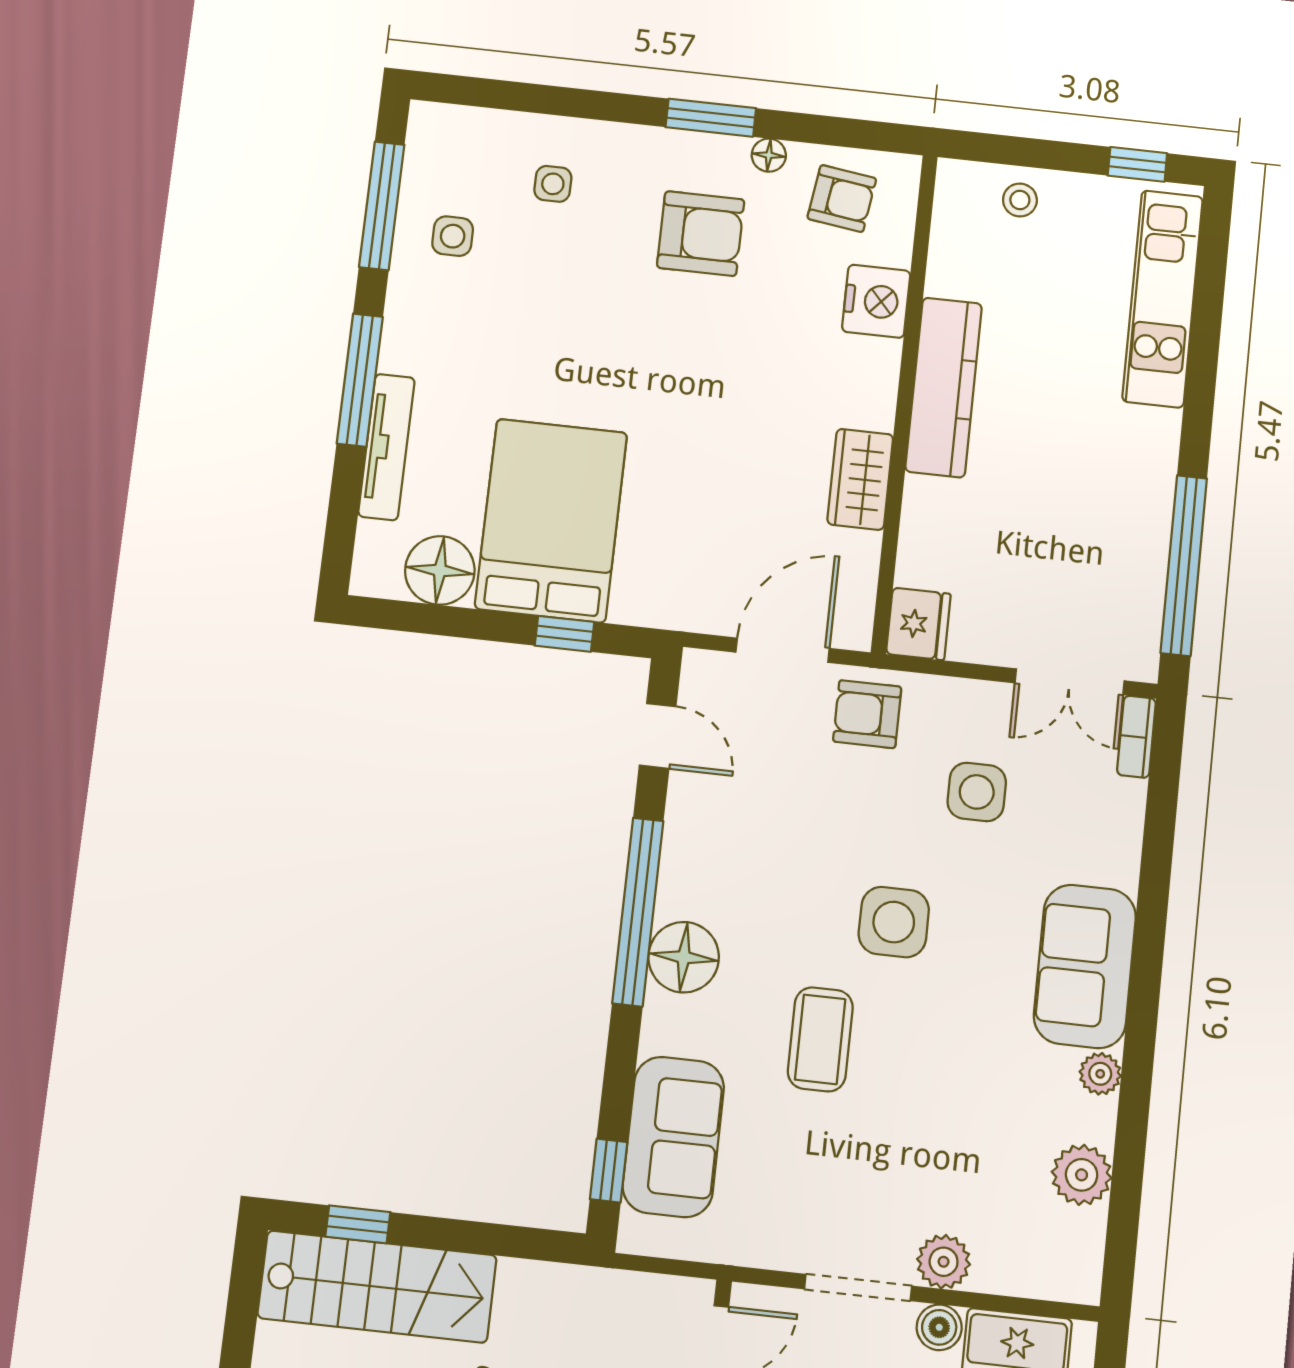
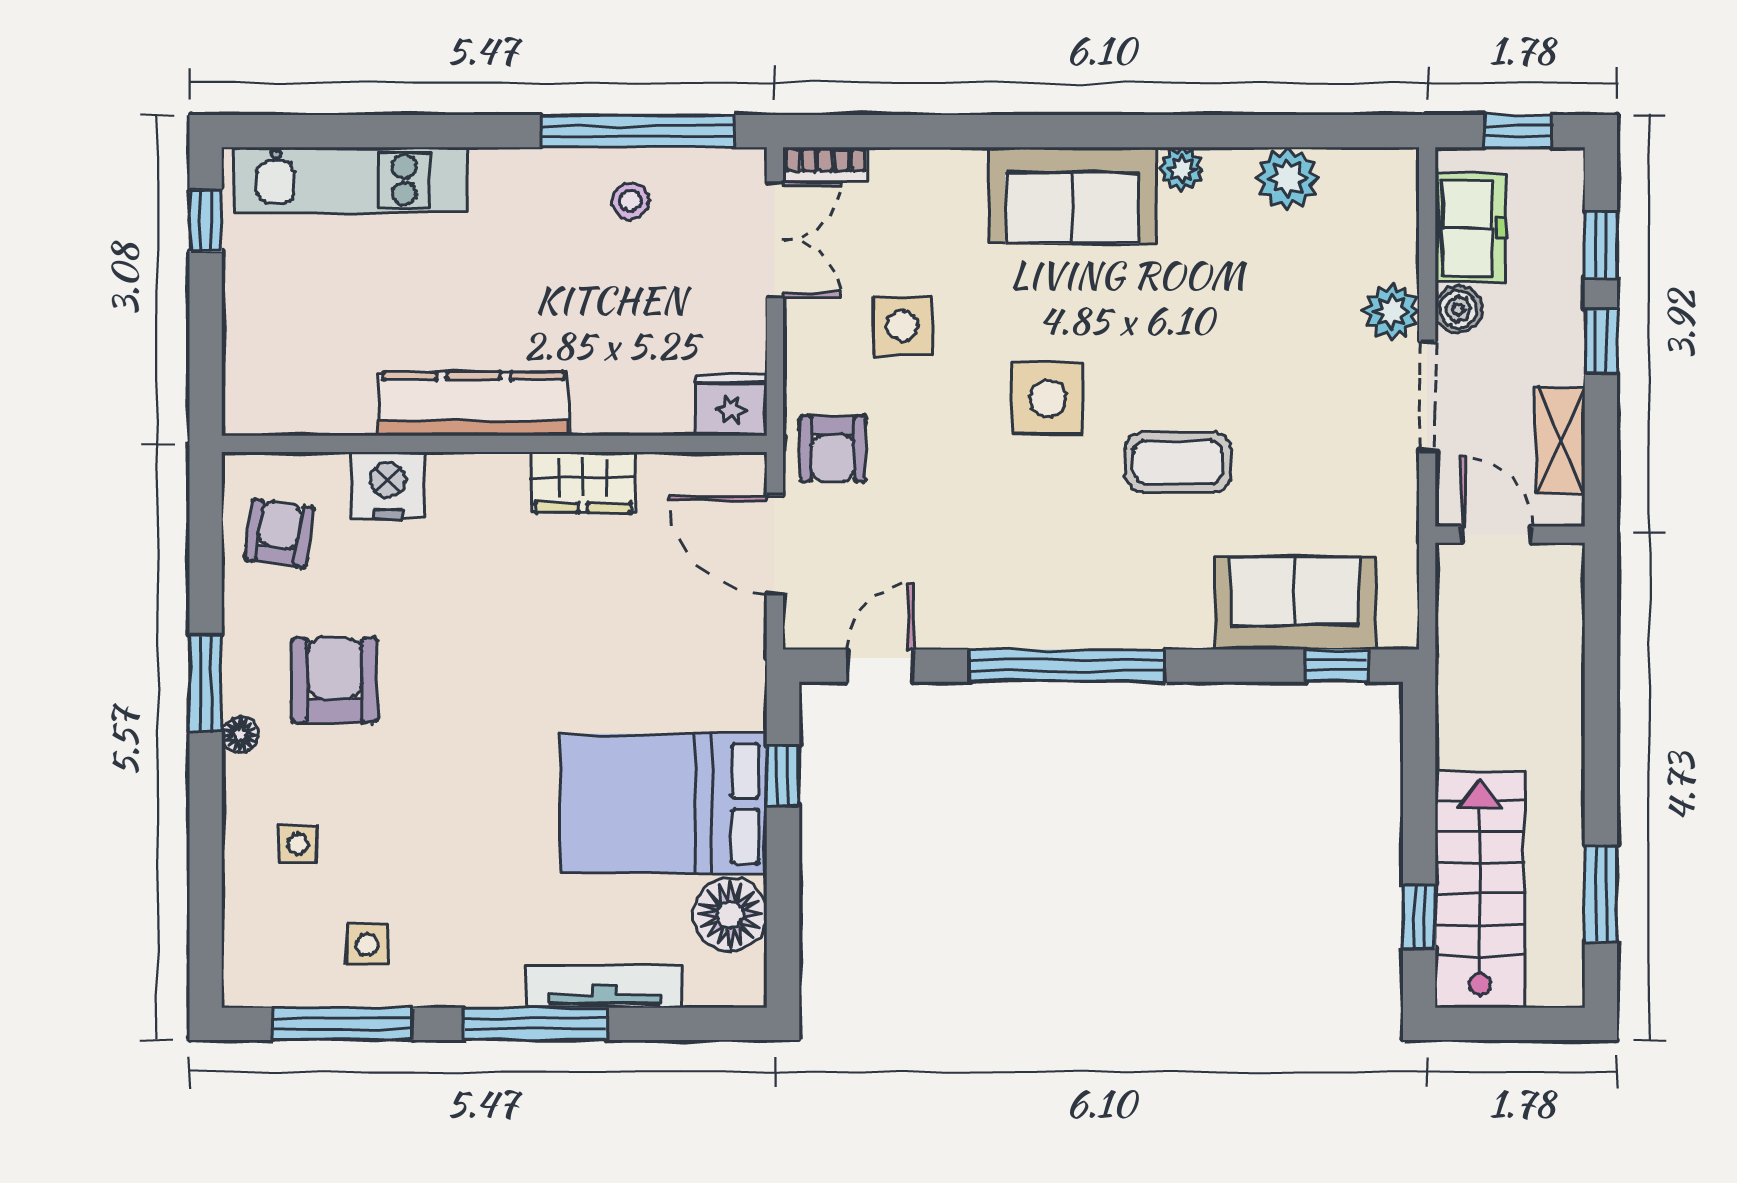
floor lamp: (769, 155) -> (240, 734), moved
stool: (1020, 200) -> (630, 201), moved
floor lamp: (684, 957) -> (1109, 613), removed

